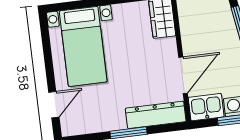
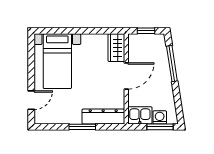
door: (183, 75) -> (126, 76), moved

